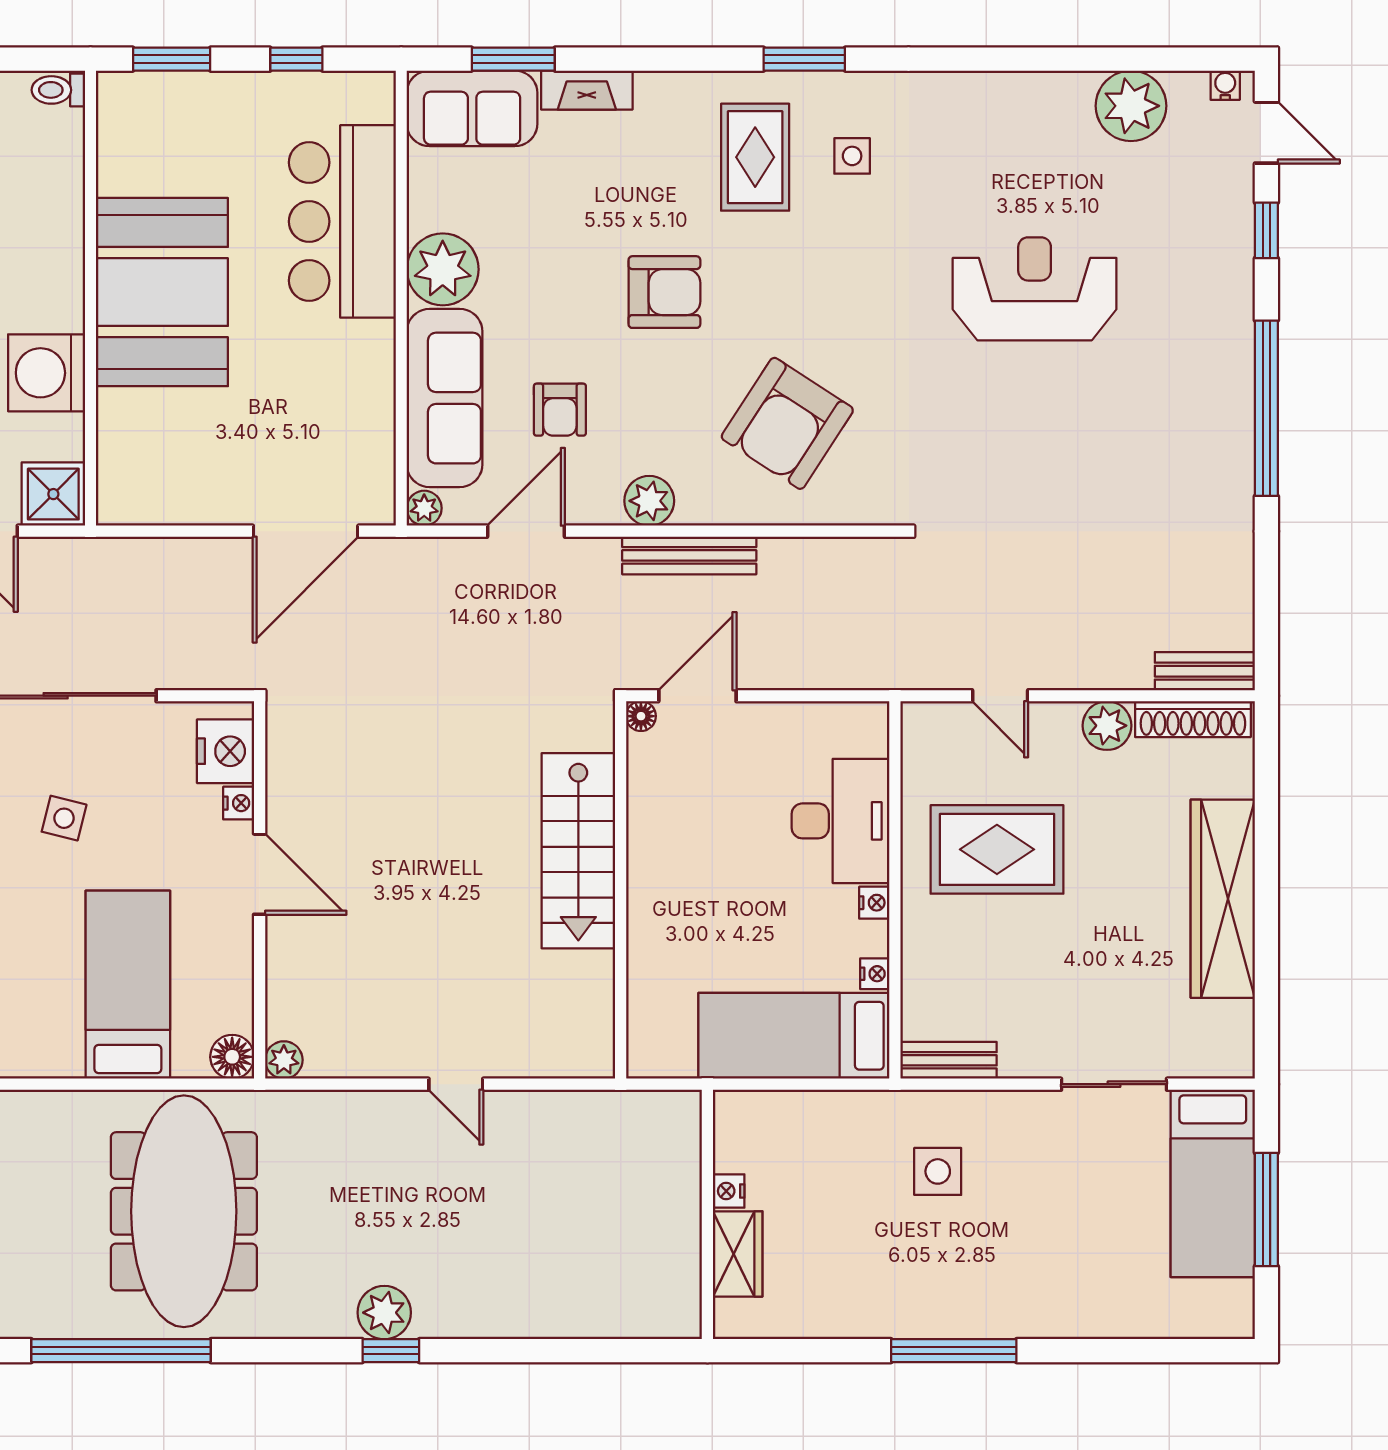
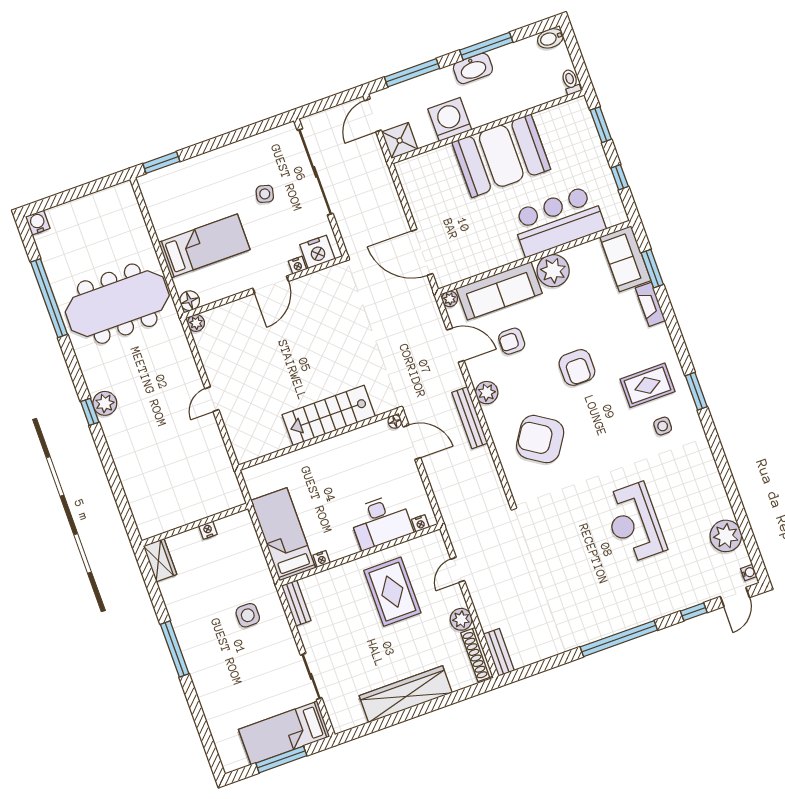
reception desk: (1035, 289) -> (634, 523), turned 180
nightstand: (874, 903) -> (420, 523), moved
wardrobe: (738, 1254) -> (160, 560), moved, turned -90

